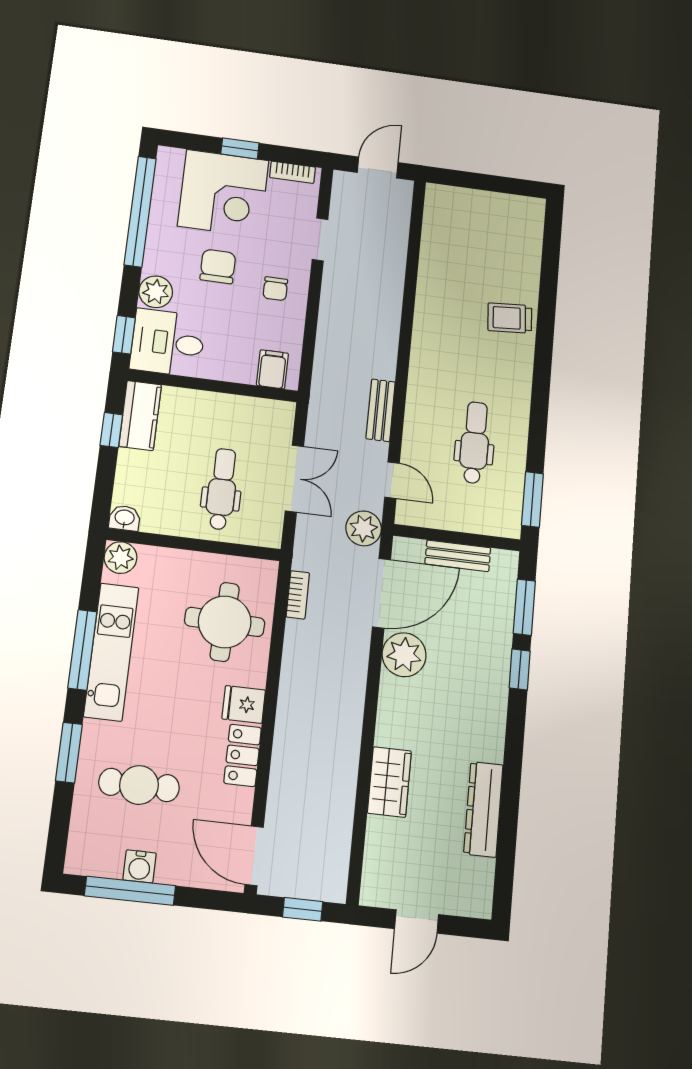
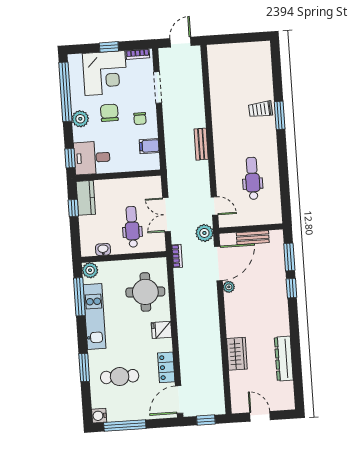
doorway: (320, 239) -> (158, 88), width x1.38
plant: (156, 292) -> (80, 119), moved
filing cabinet: (272, 369) -> (149, 146), moved, turned -90
bench: (381, 410) -> (201, 144), moved
double door: (294, 479) -> (166, 215), swing flipped
window: (532, 499) -> (280, 115), moved
washbasin: (125, 518) -> (103, 249), moved
bookcase: (298, 595) -> (177, 256), moved
window: (82, 650) -> (79, 297), moved
plant: (404, 655) -> (229, 287), width x0.53, depth x0.53
locker: (243, 755) -> (166, 367), moved
door: (254, 856) -> (179, 400), hinge flipped
water cooler: (140, 866) -> (99, 416), moved, turned 90
door: (417, 922) -> (260, 416), swing flipped

